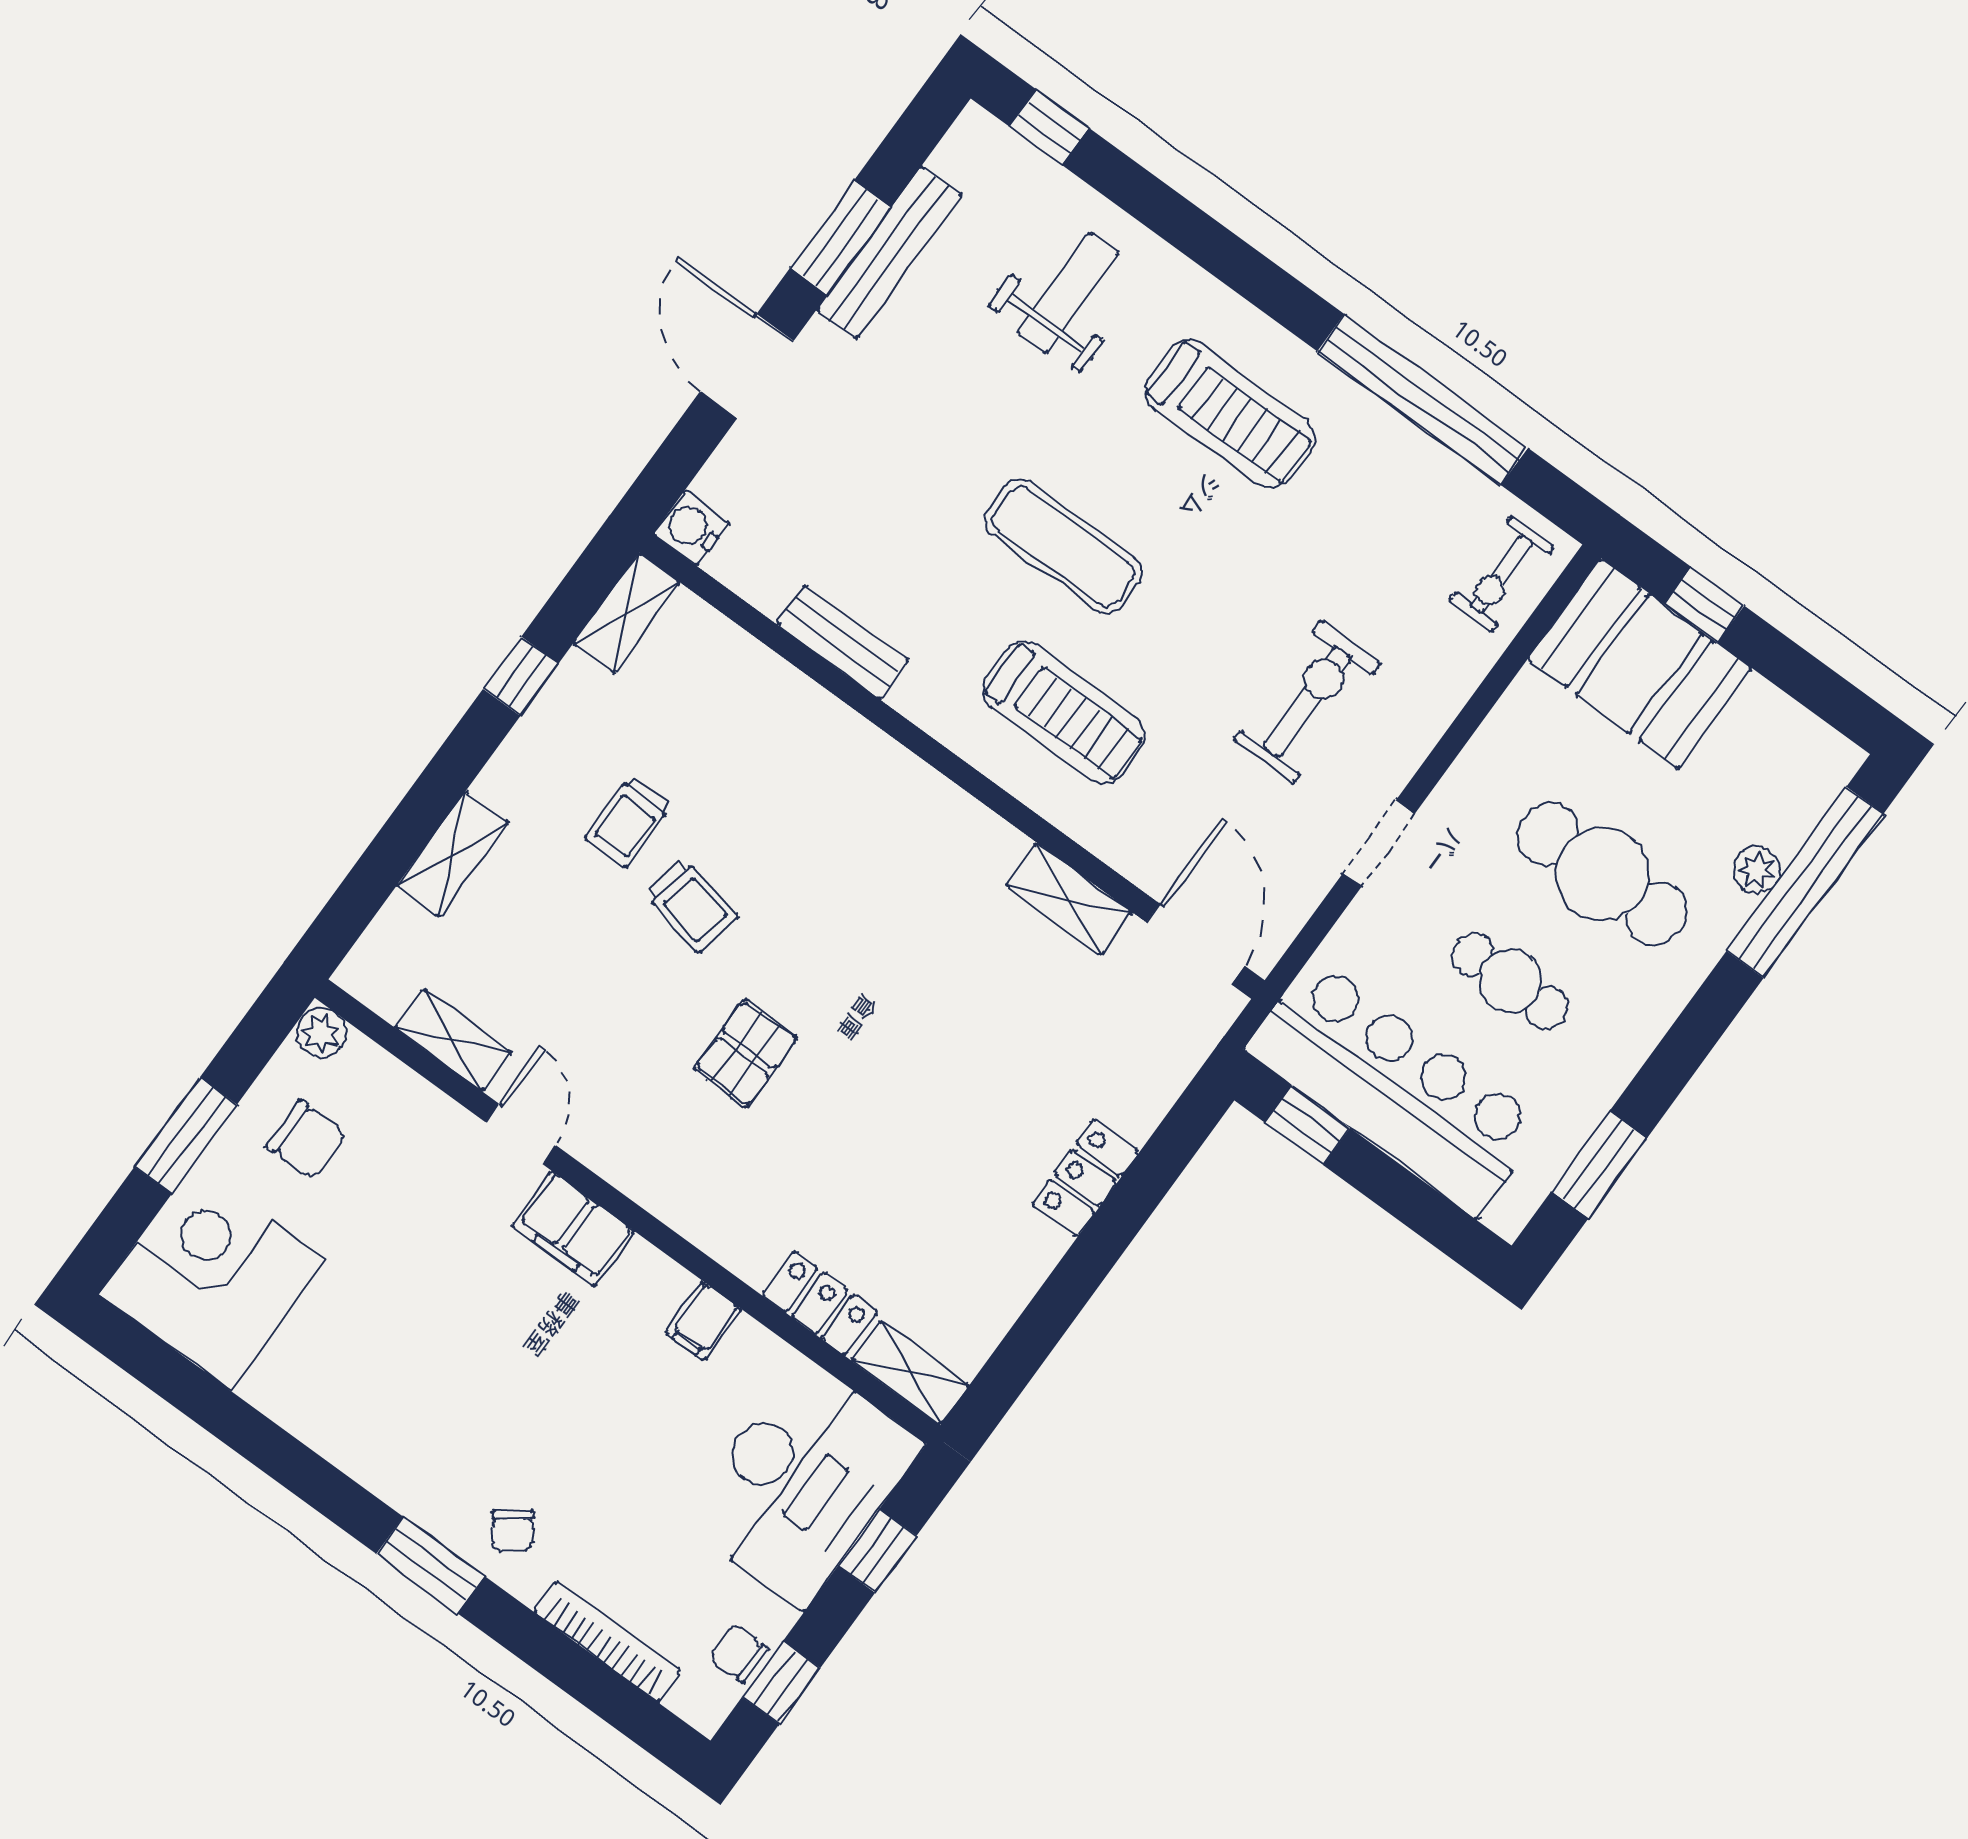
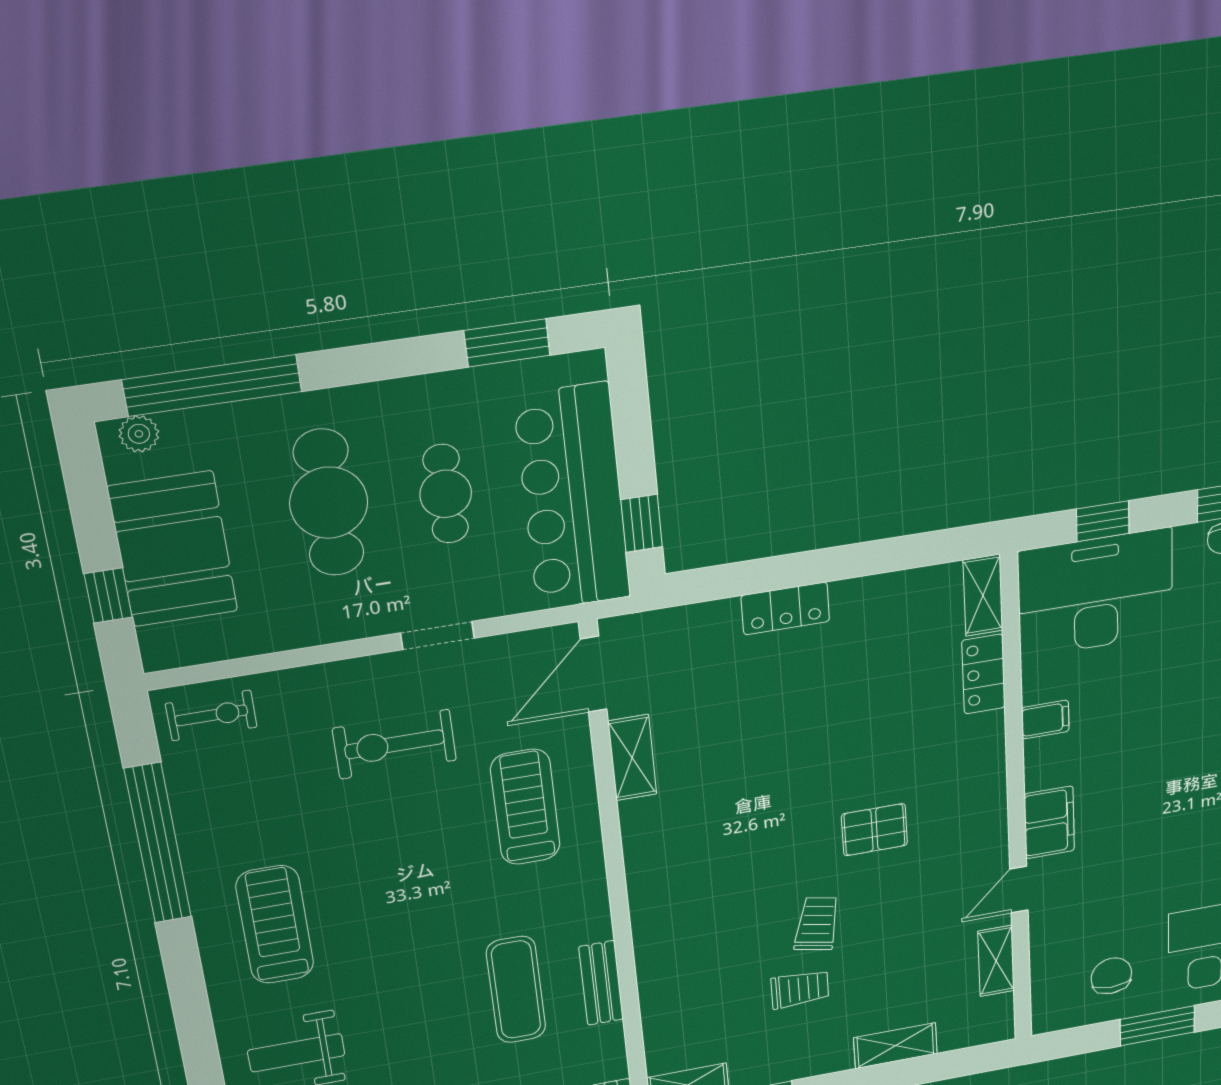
exercise mat: (1063, 546) -> (516, 990), moved
booth: (1640, 664) -> (173, 549), moved
treadmill: (1063, 712) -> (525, 807), moved
plant: (1757, 870) -> (139, 434), moved
plant: (321, 1033) -> (1047, 1018), removed

